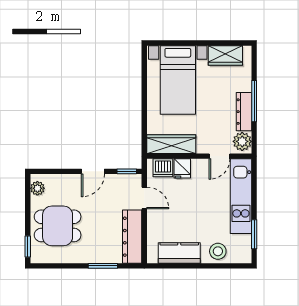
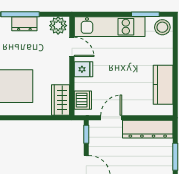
dresser: (244, 112) -> (24, 24), width x0.70
wardrobe: (171, 144) -> (61, 100), width x0.67
fridge: (182, 168) -> (83, 69), moved
stool: (218, 251) -> (162, 27), moved

